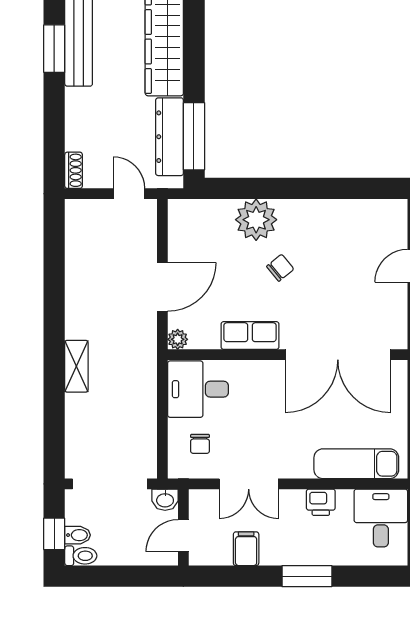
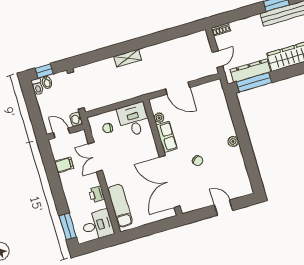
plant: (256, 220) -> (233, 141), moved, width x0.53, depth x0.53
chair: (280, 268) -> (198, 161), moved
plant: (178, 339) -> (159, 118), moved
window: (307, 576) -> (68, 226), moved

